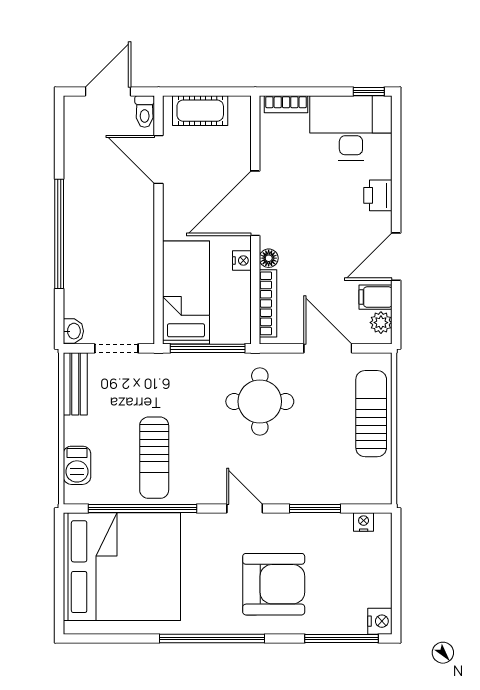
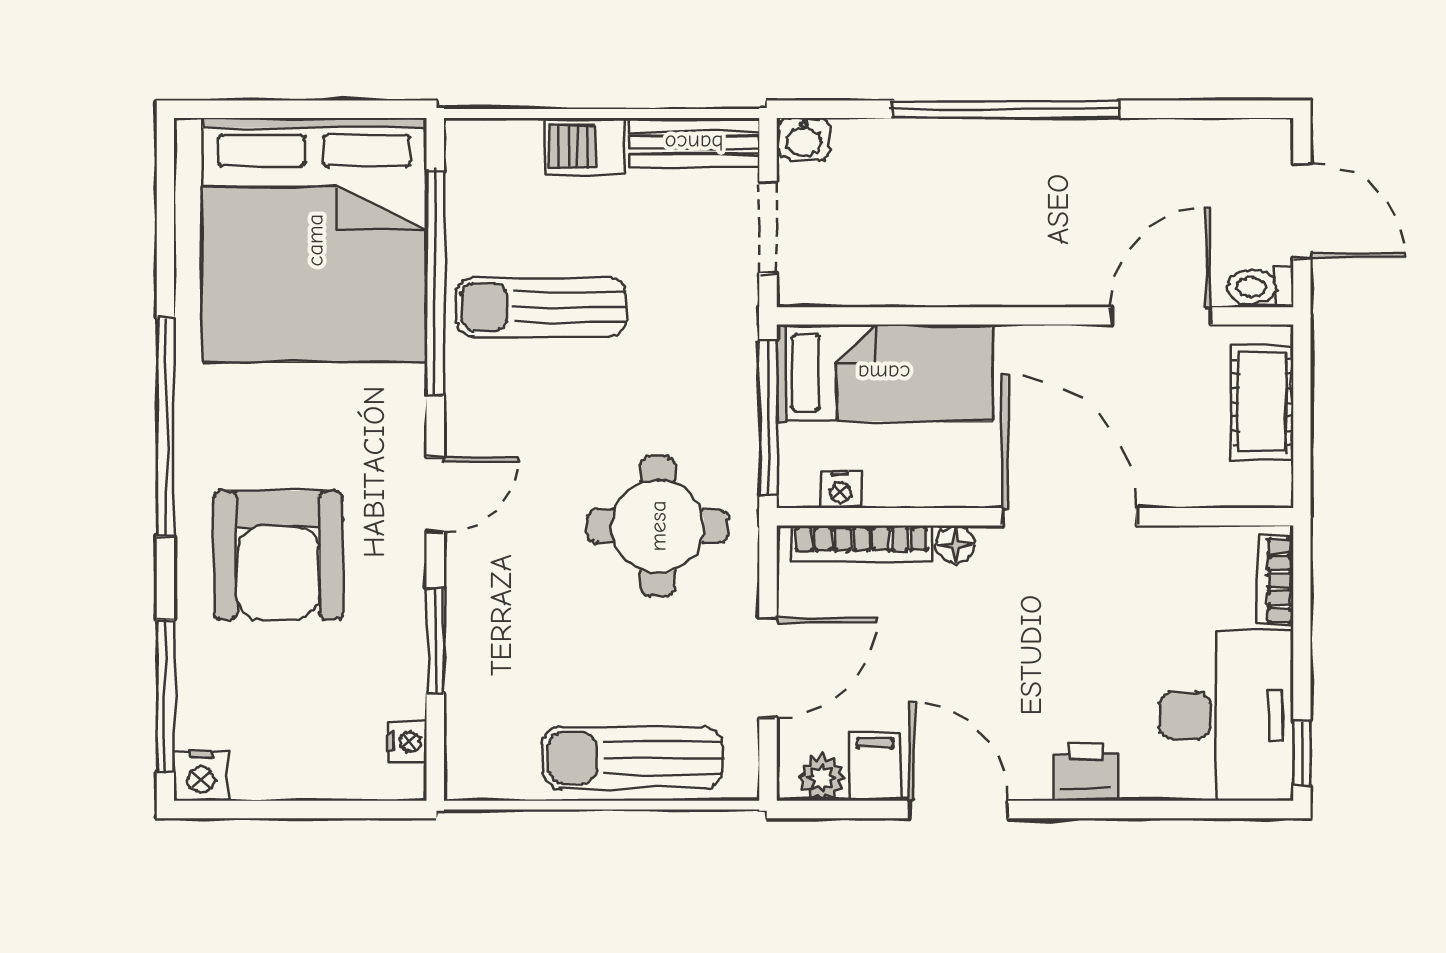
nightstand: (242, 260) -> (841, 489), moved
sun lounger: (371, 414) -> (633, 758), turned 180
barbecue: (77, 465) -> (585, 146), moved

